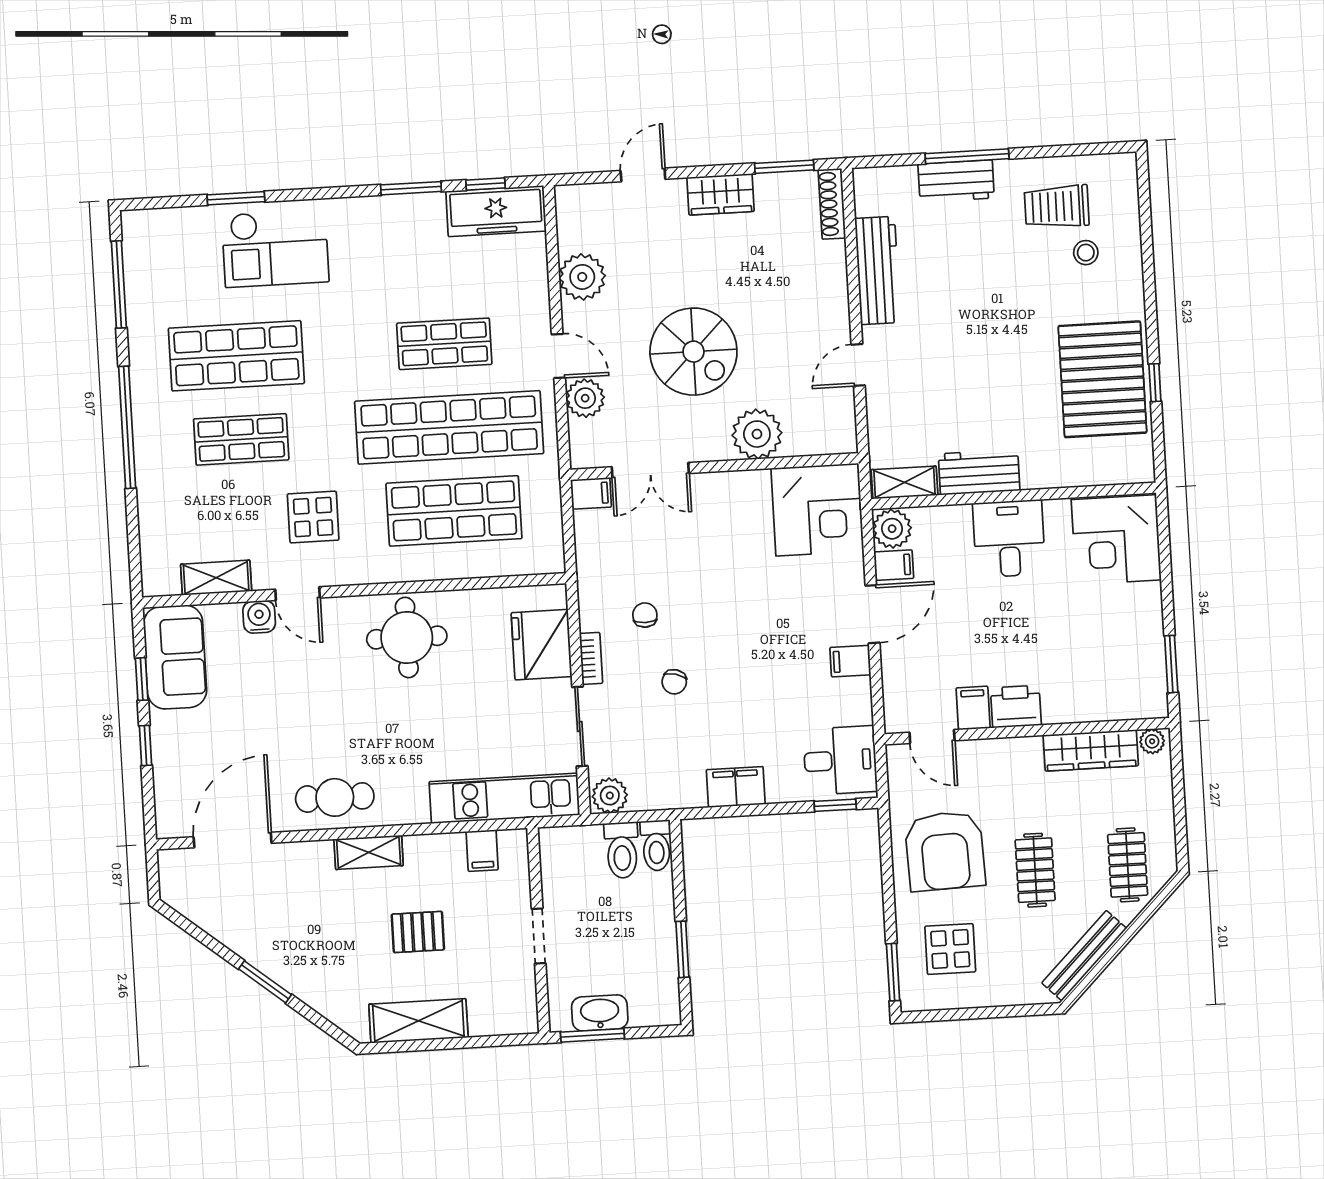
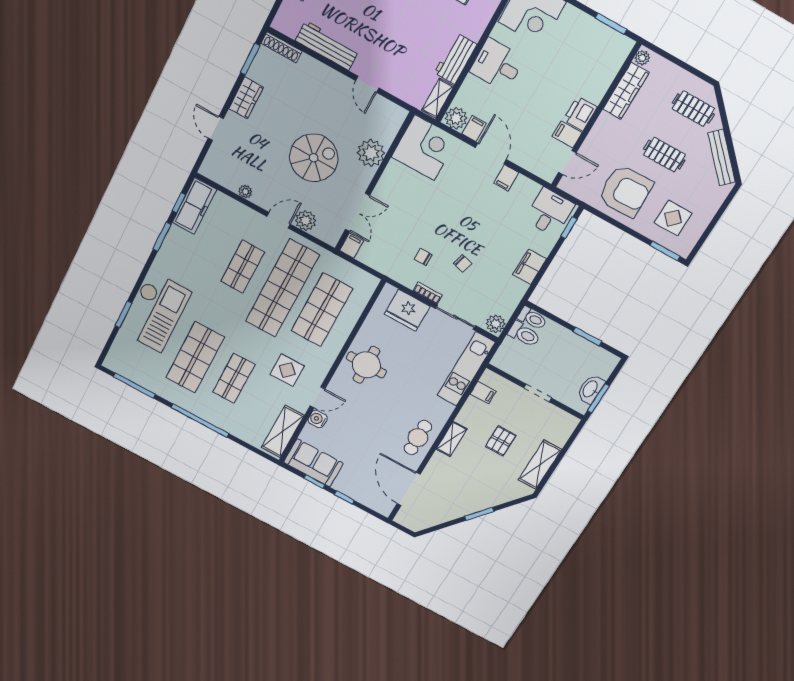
checkout: (275, 248) -> (156, 312), width x1.36, depth x1.21
plant: (582, 277) -> (245, 192), width x0.53, depth x0.53
shelving: (216, 578) -> (283, 431), width x1.50, depth x1.33

